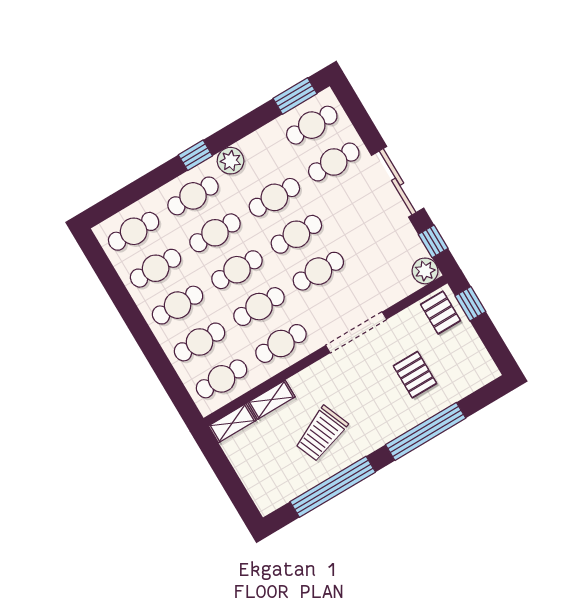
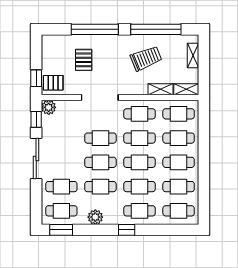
plant: (231, 161) -> (95, 217), moved
pallet: (440, 313) -> (53, 83), turned 90
shelving: (252, 481) -> (193, 56), added

